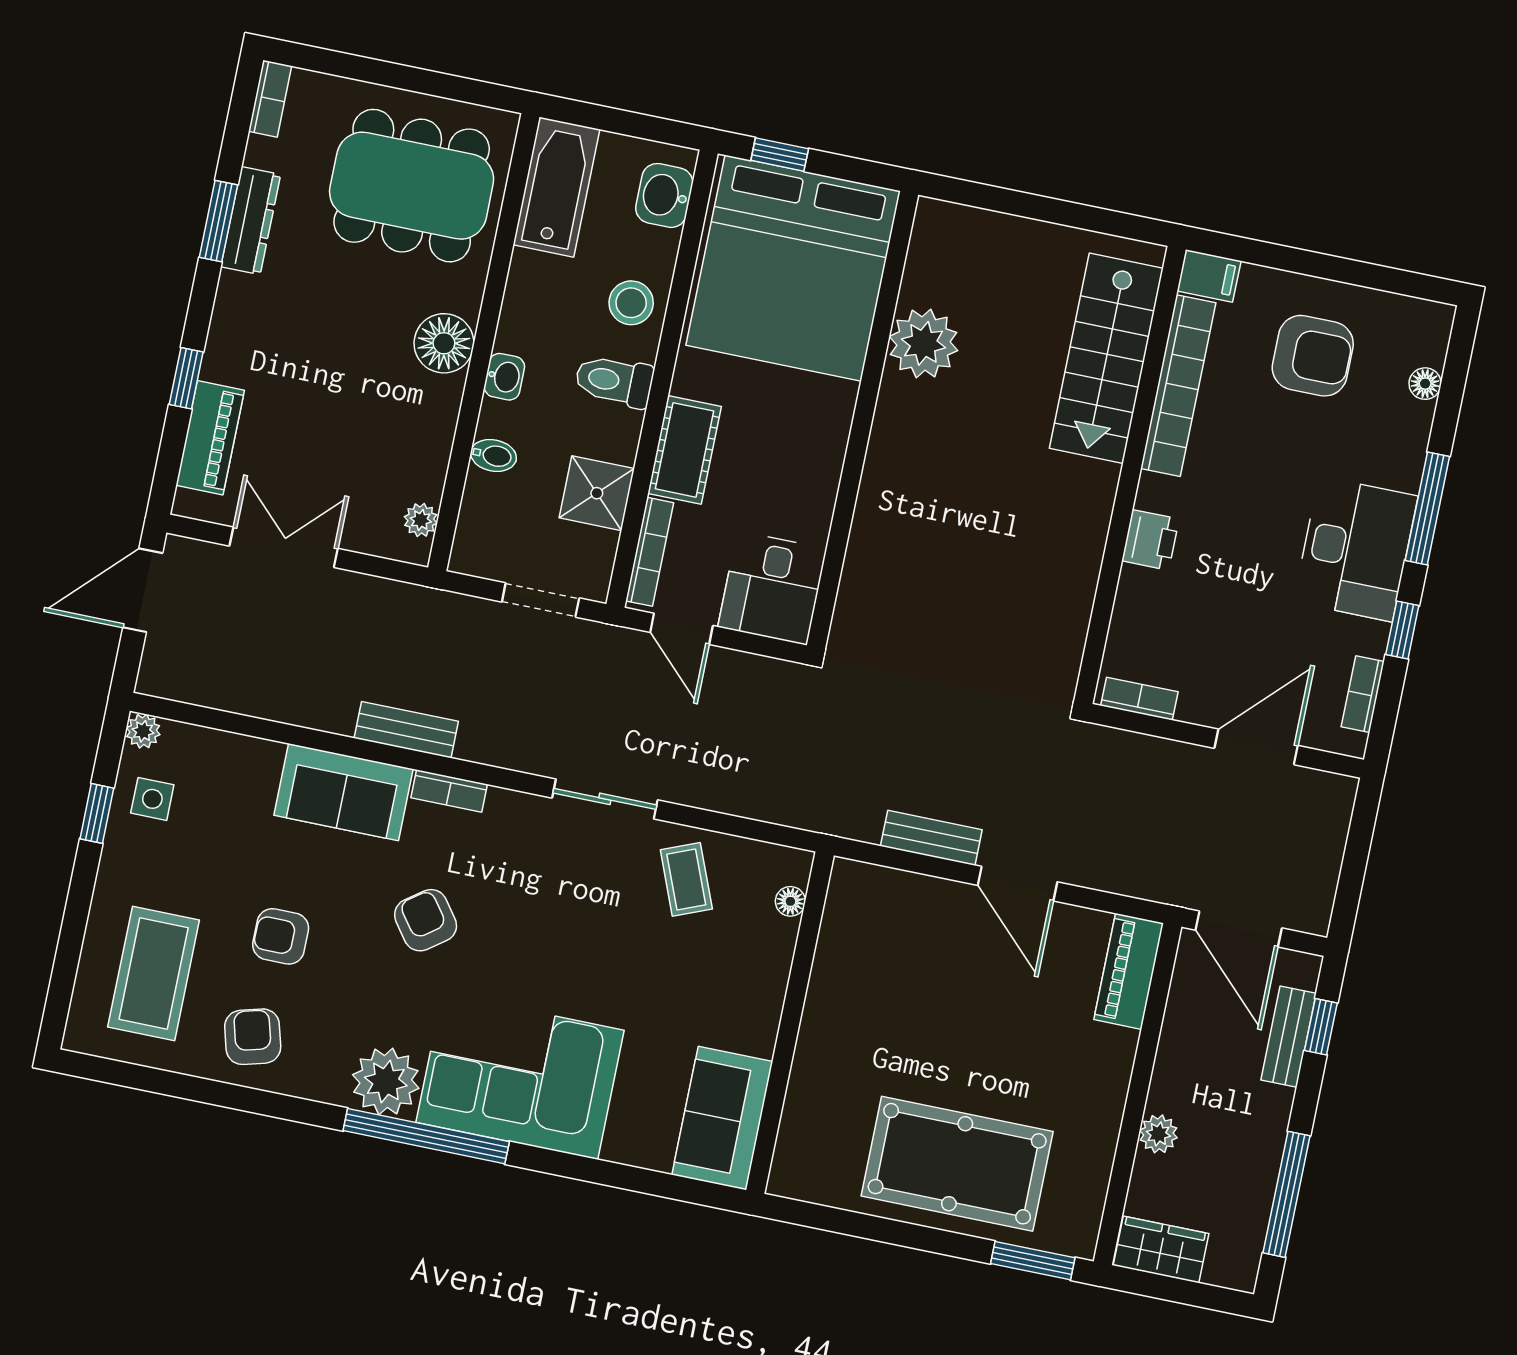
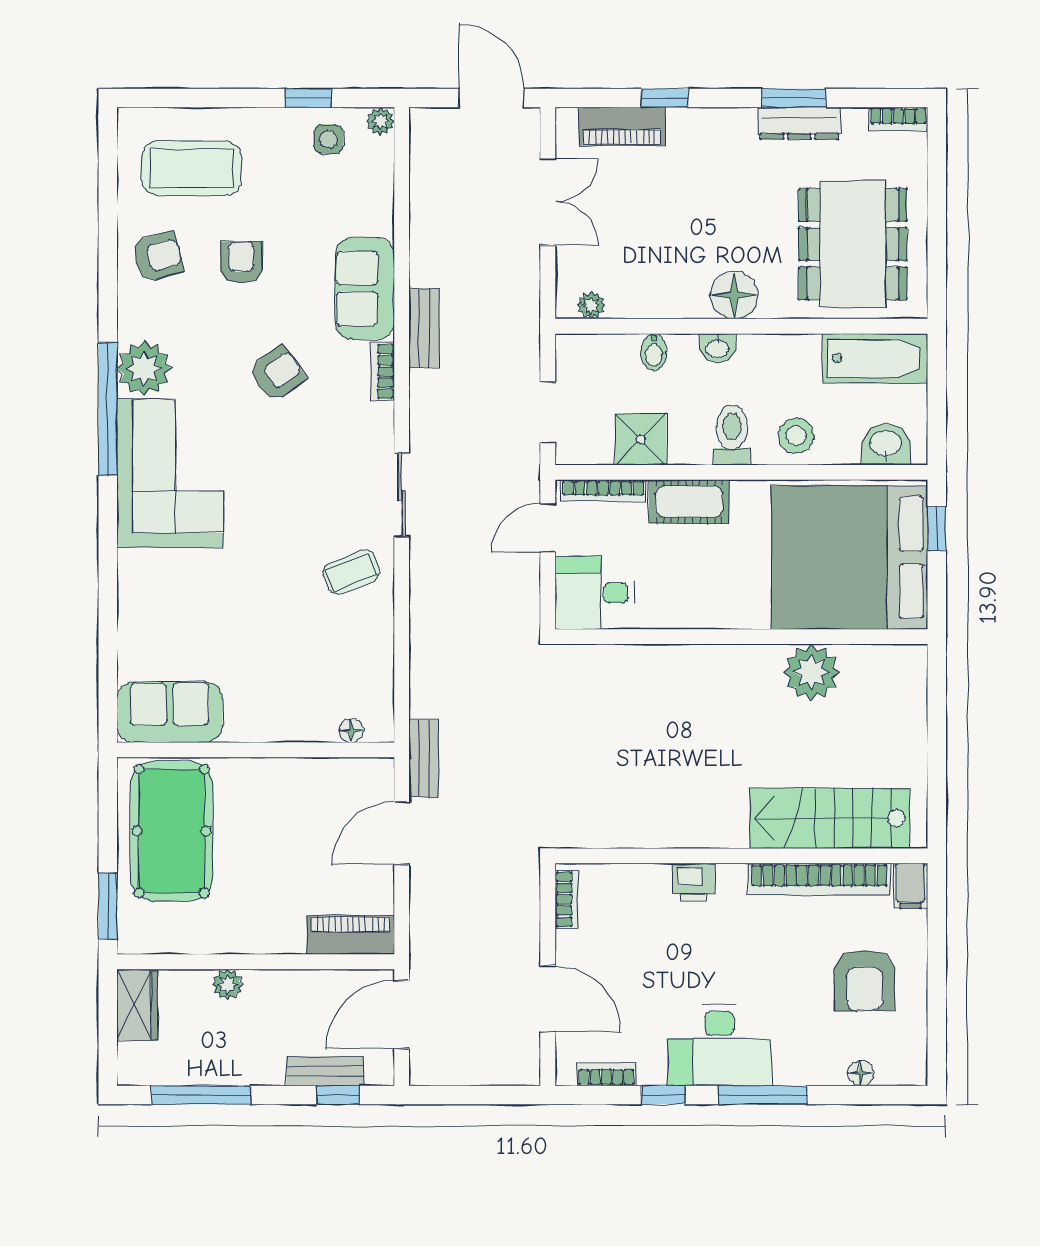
floor lamp: (790, 901) -> (351, 731), moved
wall: (790, 1023) -> (256, 750), moved
sofa: (722, 1118) -> (170, 712), moved

